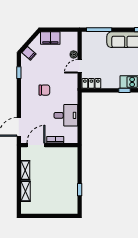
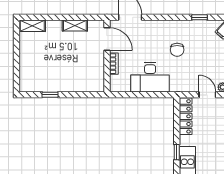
locker: (91, 83) -> (186, 116), width x1.53
desk: (66, 115) -> (150, 77), width x1.37
shelving: (26, 191) -> (32, 26), moved

